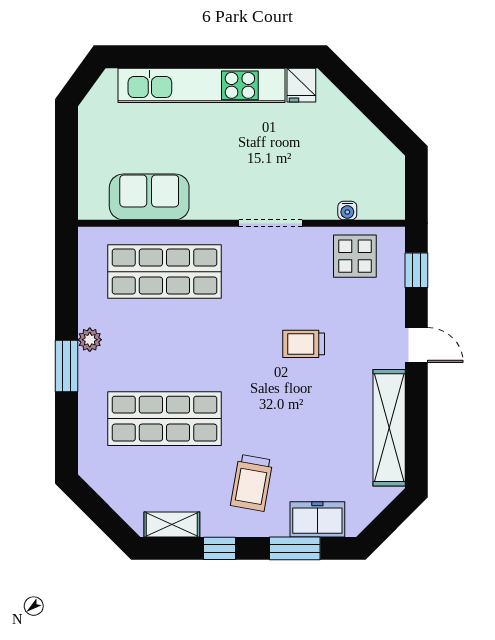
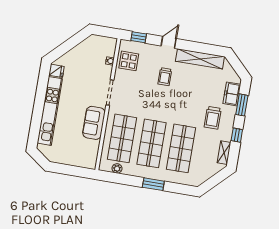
sofa: (149, 197) -> (94, 123), moved
plant: (90, 340) -> (117, 168), moved
trolley: (304, 344) -> (165, 77), moved
shop shelf: (164, 345) -> (151, 143), added
trolley: (252, 483) -> (213, 118), turned 80

